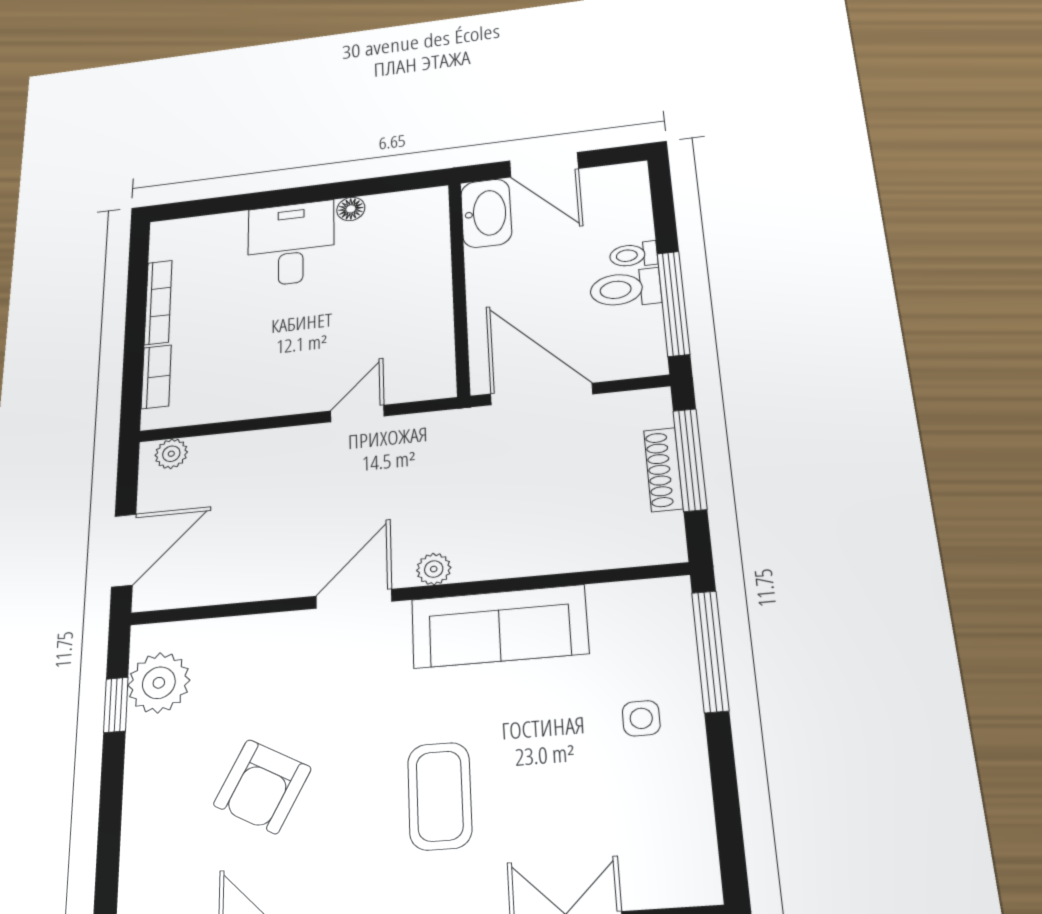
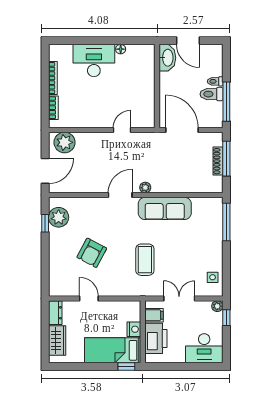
desk: (291, 244) -> (94, 61), width x1.37
plant: (171, 454) -> (65, 142), width x1.88, depth x1.88
side table: (641, 718) -> (213, 277), moved

